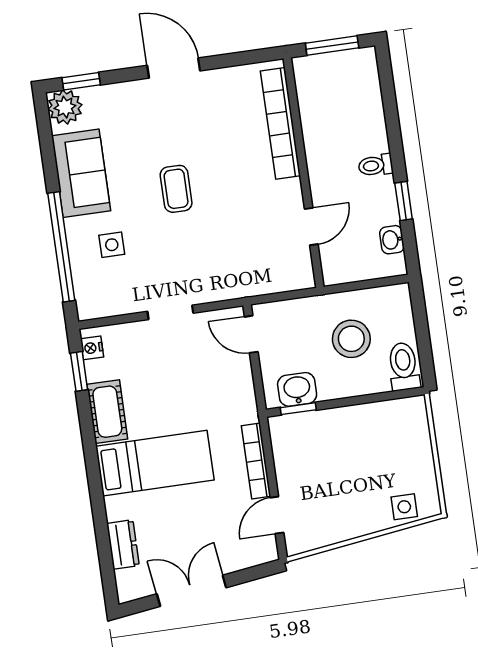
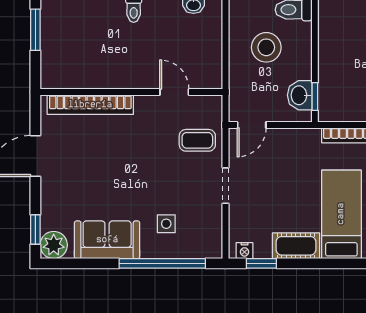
bookcase: (280, 123) -> (90, 105), moved
wall: (304, 173) -> (131, 92), moved
coffee table: (176, 189) -> (197, 140), moved
door: (311, 227) -> (174, 92), moved

